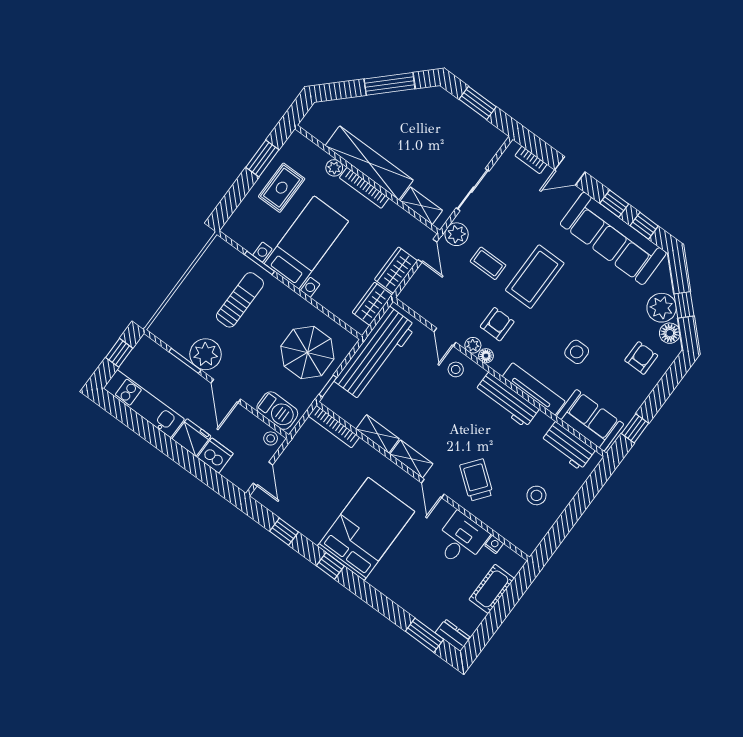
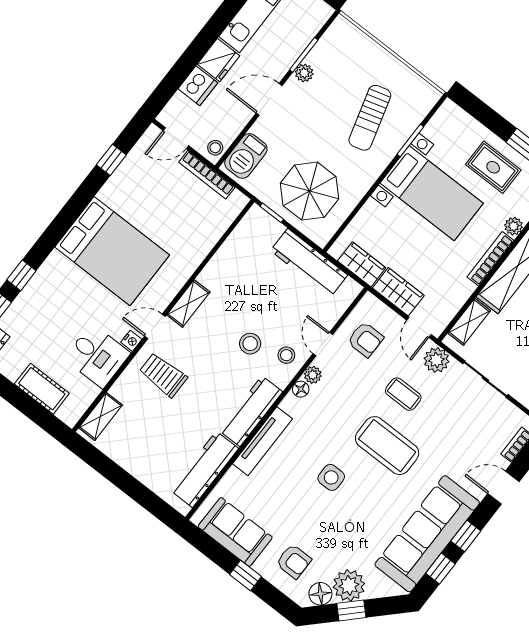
door: (570, 171) -> (503, 488), hinge flipped
door: (428, 251) -> (419, 327), hinge flipped
coffee table: (488, 263) -> (403, 394), turned 90
sun lounger: (240, 300) -> (370, 118), turned 74
armchair: (497, 324) -> (365, 340), moved
door: (445, 337) -> (323, 344), hinge flipped
side table: (577, 352) -> (331, 477), moved
plant: (206, 354) -> (304, 73), width x0.53, depth x0.53
workbench: (375, 354) -> (309, 263), width x0.73, depth x0.76
sofa: (590, 420) -> (235, 532), moved, turned -90
bookcase: (334, 427) -> (207, 175), moved, turned -90
window: (635, 428) -> (246, 576), moved
shelving: (378, 434) -> (101, 416), moved
workbench: (568, 446) -> (204, 469), width x1.38
trolley: (476, 480) -> (163, 375), turned -128
stool: (536, 495) -> (250, 344), moved
nightstand: (494, 544) -> (131, 341), moved
window: (330, 566) -> (21, 275), moved

